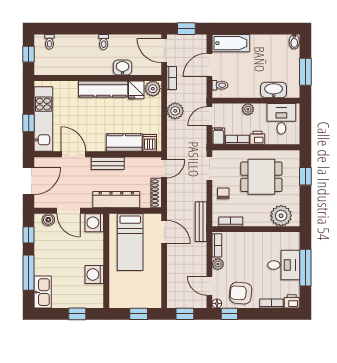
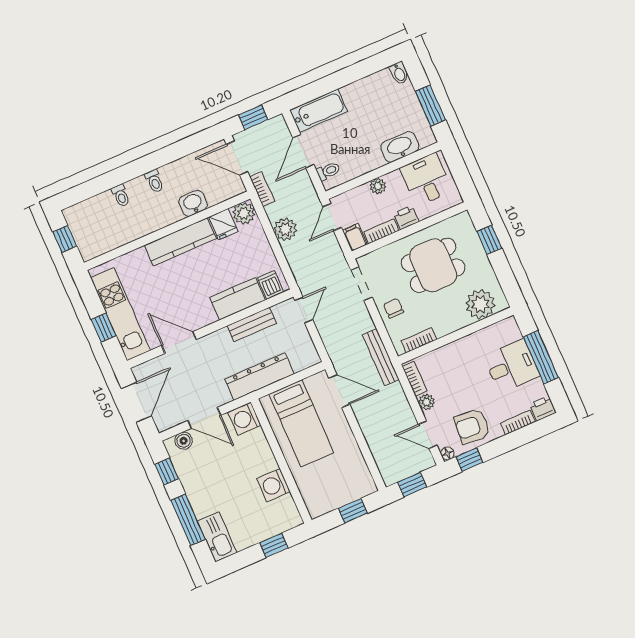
toilet: (50, 42) -> (121, 196), moved
bench: (108, 163) -> (252, 324), moved
shoe rack: (156, 193) -> (307, 346), removed

